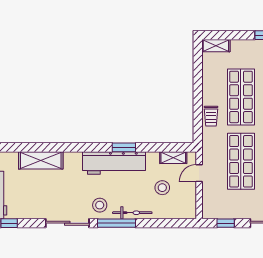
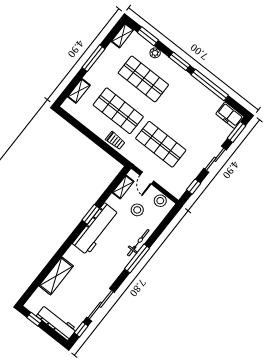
shelving: (216, 46) -> (79, 91), moved
stool: (100, 205) -> (160, 201), moved
sliding door: (67, 223) -> (101, 305), moved

